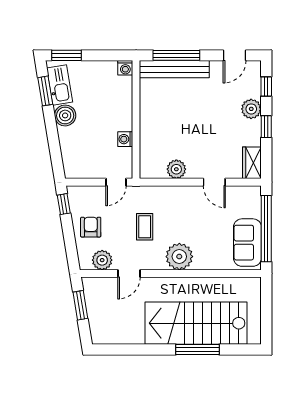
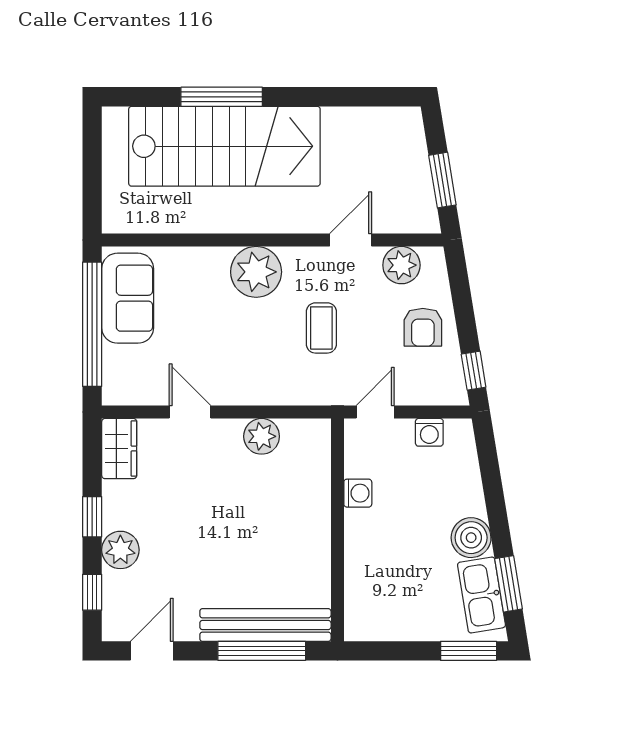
washing machine: (125, 68) -> (429, 432), moved, turned 180

